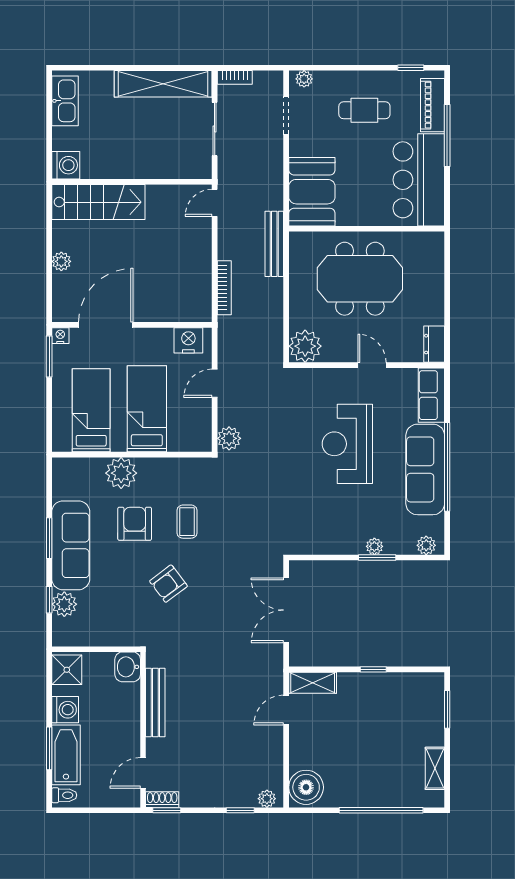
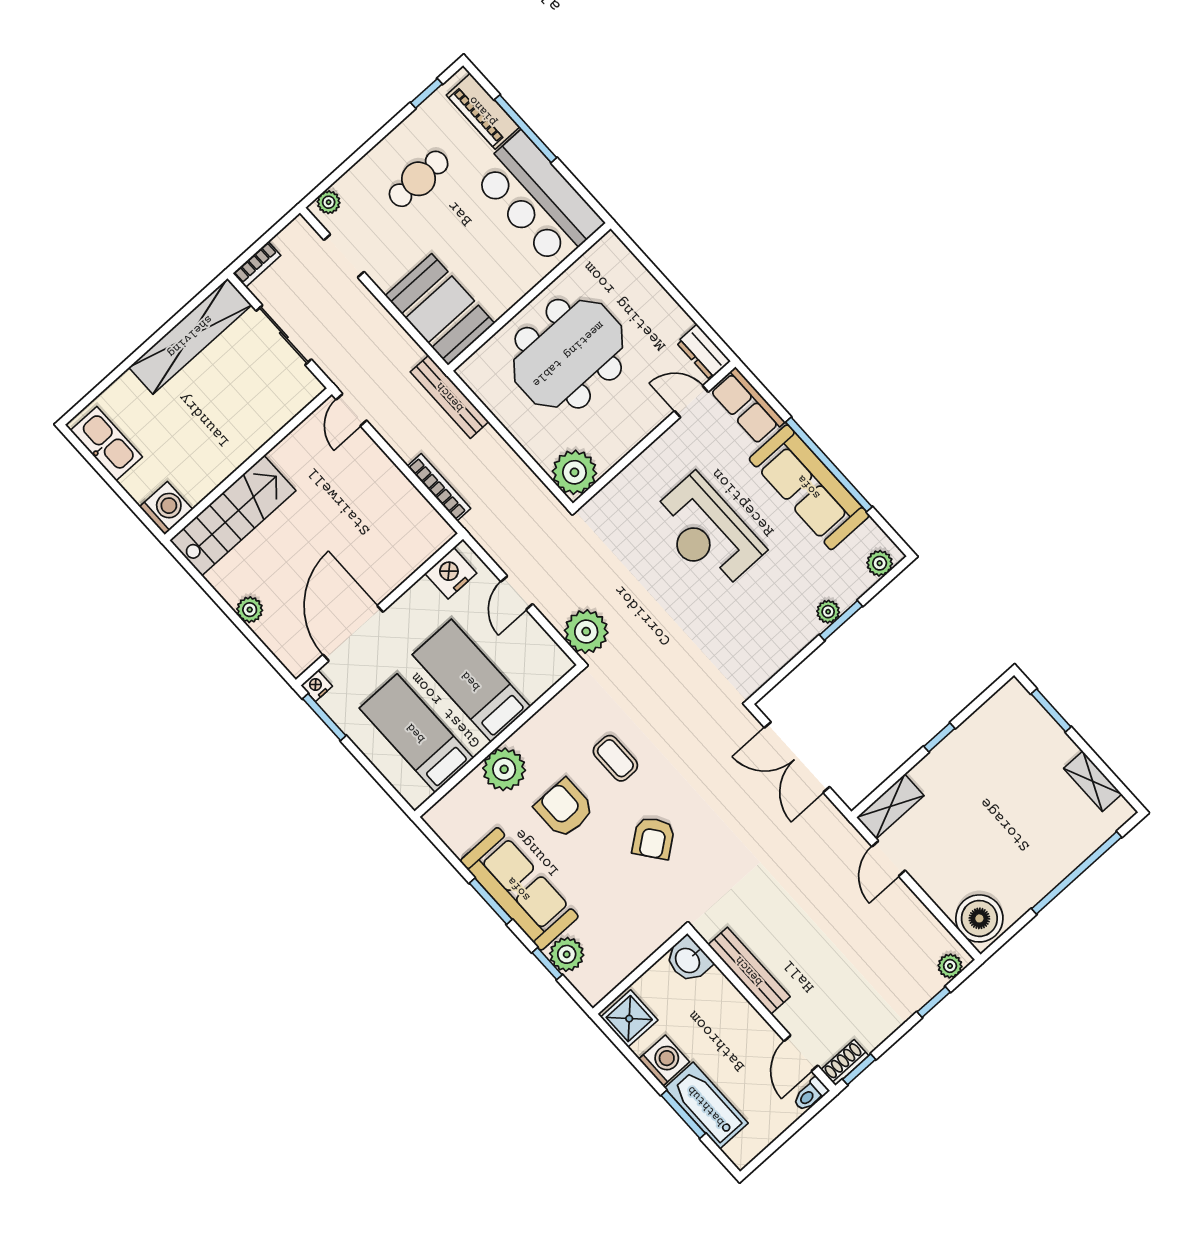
door: (372, 365) -> (691, 402), moved
plant: (229, 438) -> (586, 632), width x1.36, depth x1.36
toilet: (64, 795) -> (810, 1094), moved, turned 180

